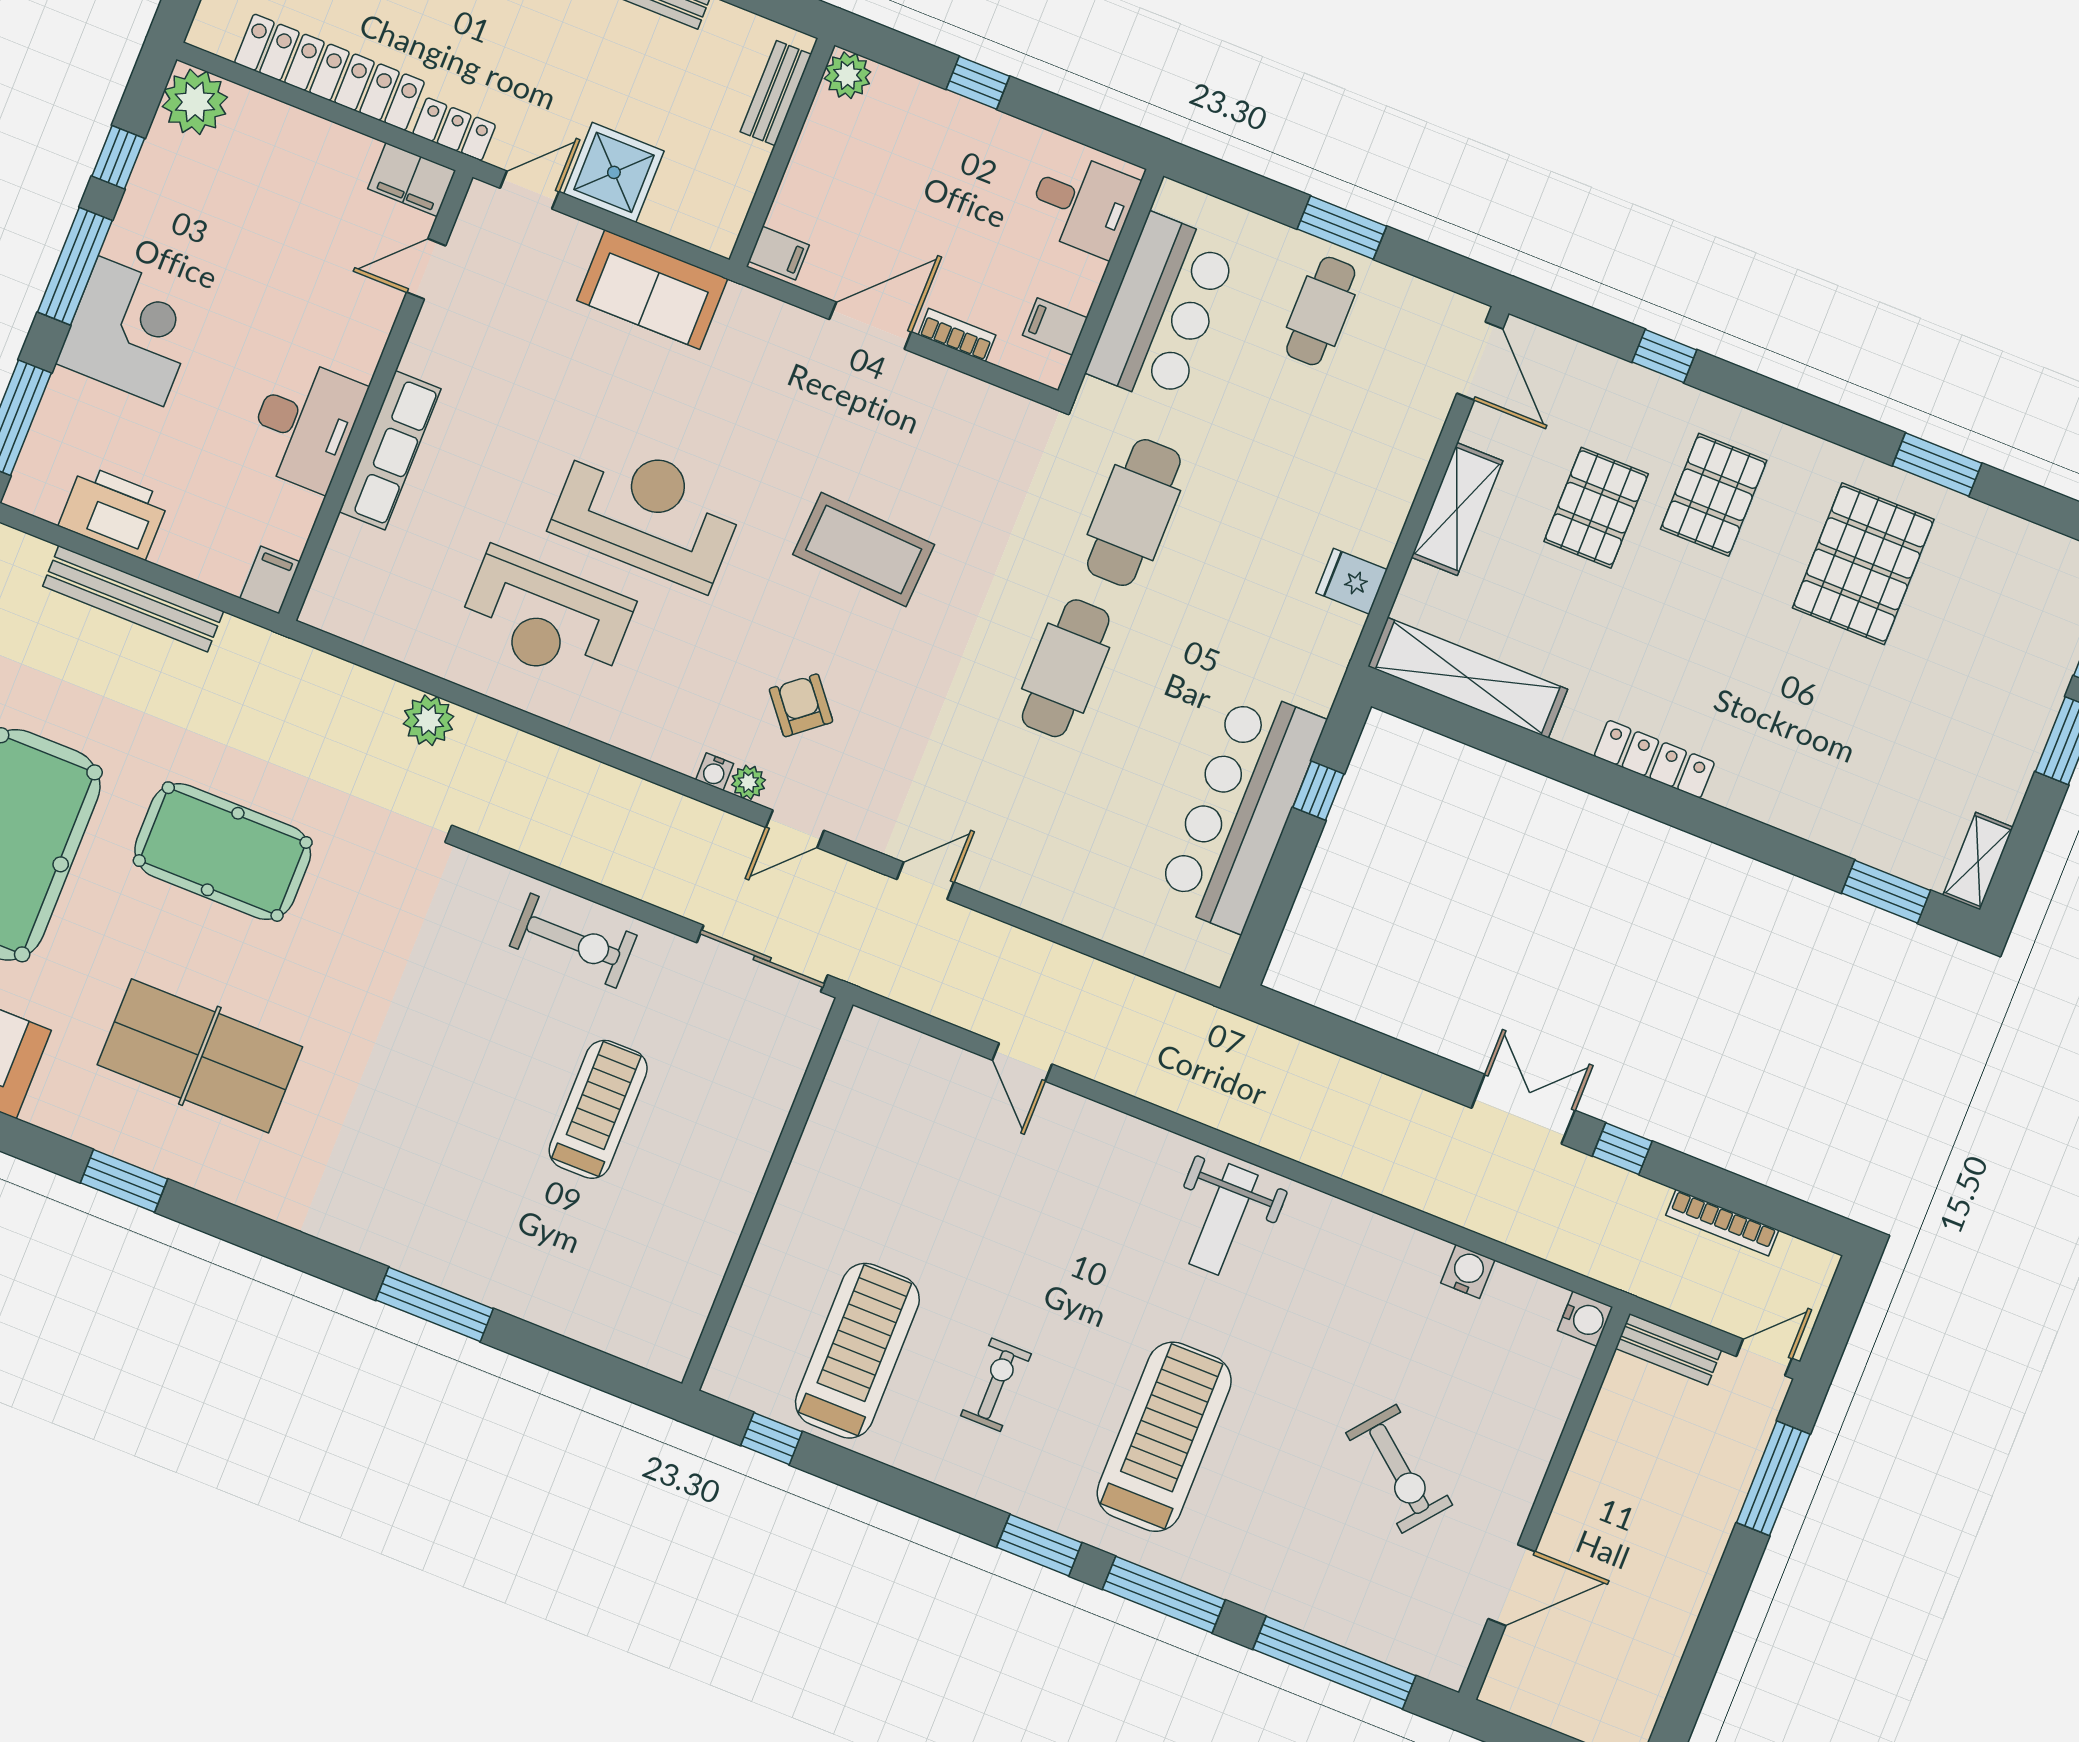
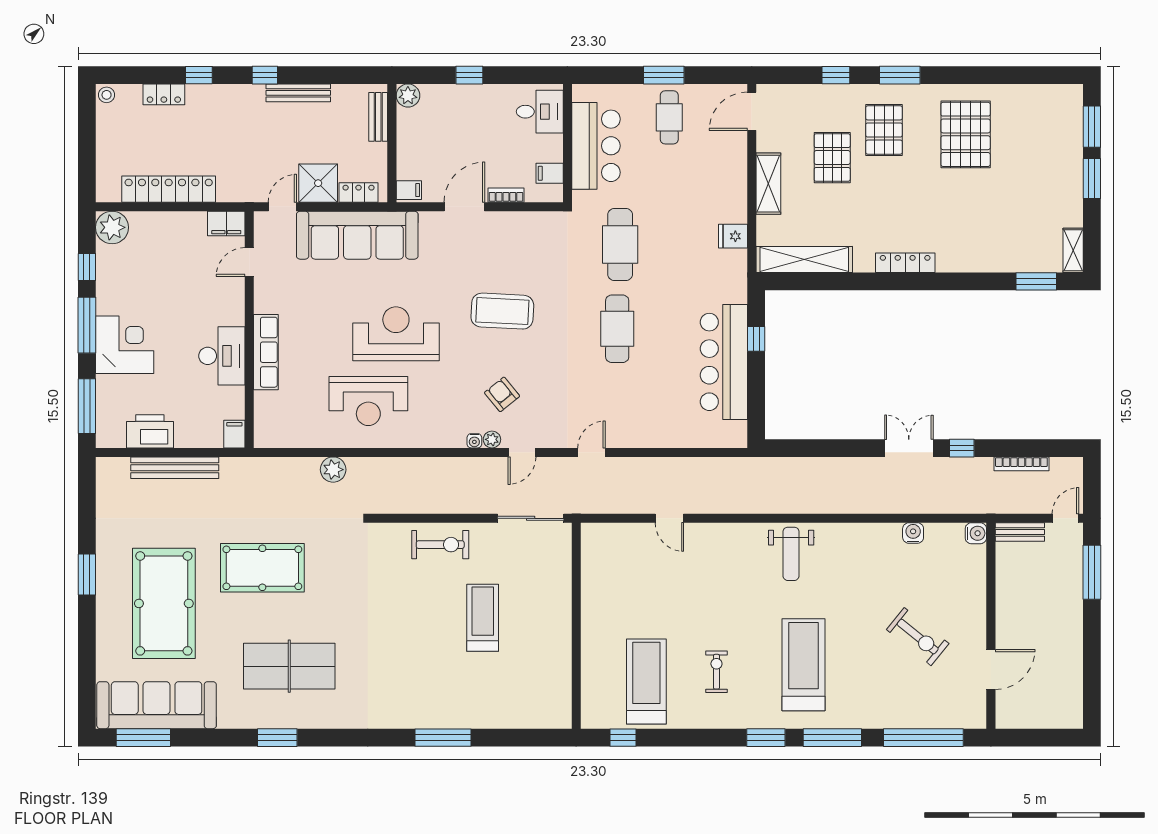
locker: (454, 129) -> (359, 192), moved
sofa: (652, 290) -> (357, 235), width x1.85, depth x1.27
door: (1480, 361) -> (752, 111), swing flipped
window: (1937, 464) -> (900, 75), moved

